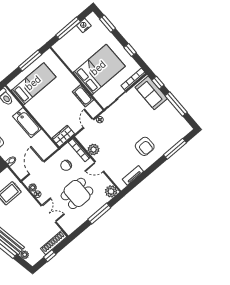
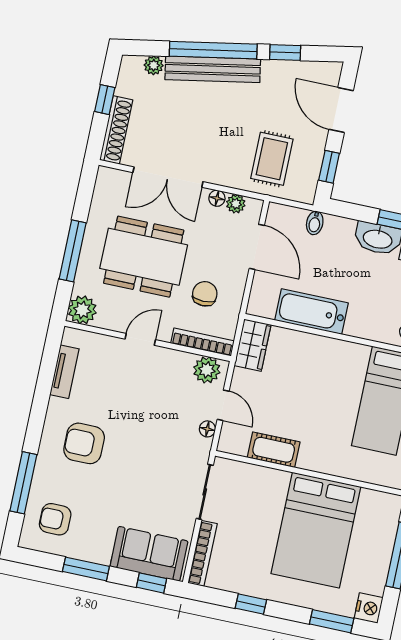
nightstand: (84, 26) -> (369, 608), moved
bed: (99, 69) -> (316, 530), moved
window: (176, 104) -> (86, 569), width x0.69
bathtub: (27, 123) -> (312, 312), moved
armchair: (174, 128) -> (55, 519), added
plant: (93, 150) -> (207, 370), moved
dining table: (77, 193) -> (144, 257), width x1.37
double door: (48, 214) -> (168, 177), width x1.37

